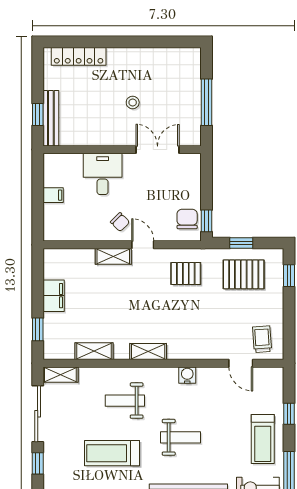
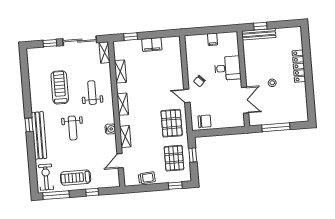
locker: (79, 56) -> (299, 66), moved
window: (206, 221) -> (204, 133), removed
door: (143, 245) -> (187, 96), swing flipped
shelving: (113, 256) -> (125, 137), moved
pallet: (186, 274) -> (172, 123), width x1.50, depth x1.42
trolley: (262, 339) -> (147, 178), moved

